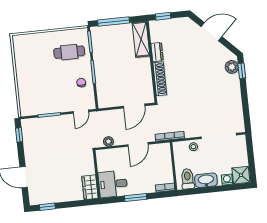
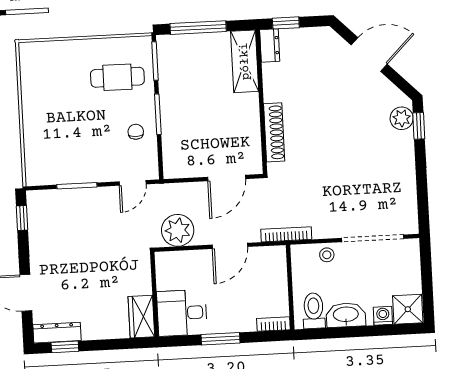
dresser: (157, 52) -> (270, 45), moved
plant: (108, 141) -> (178, 230), width x1.87, depth x1.87
dresser: (42, 199) -> (57, 333), added

